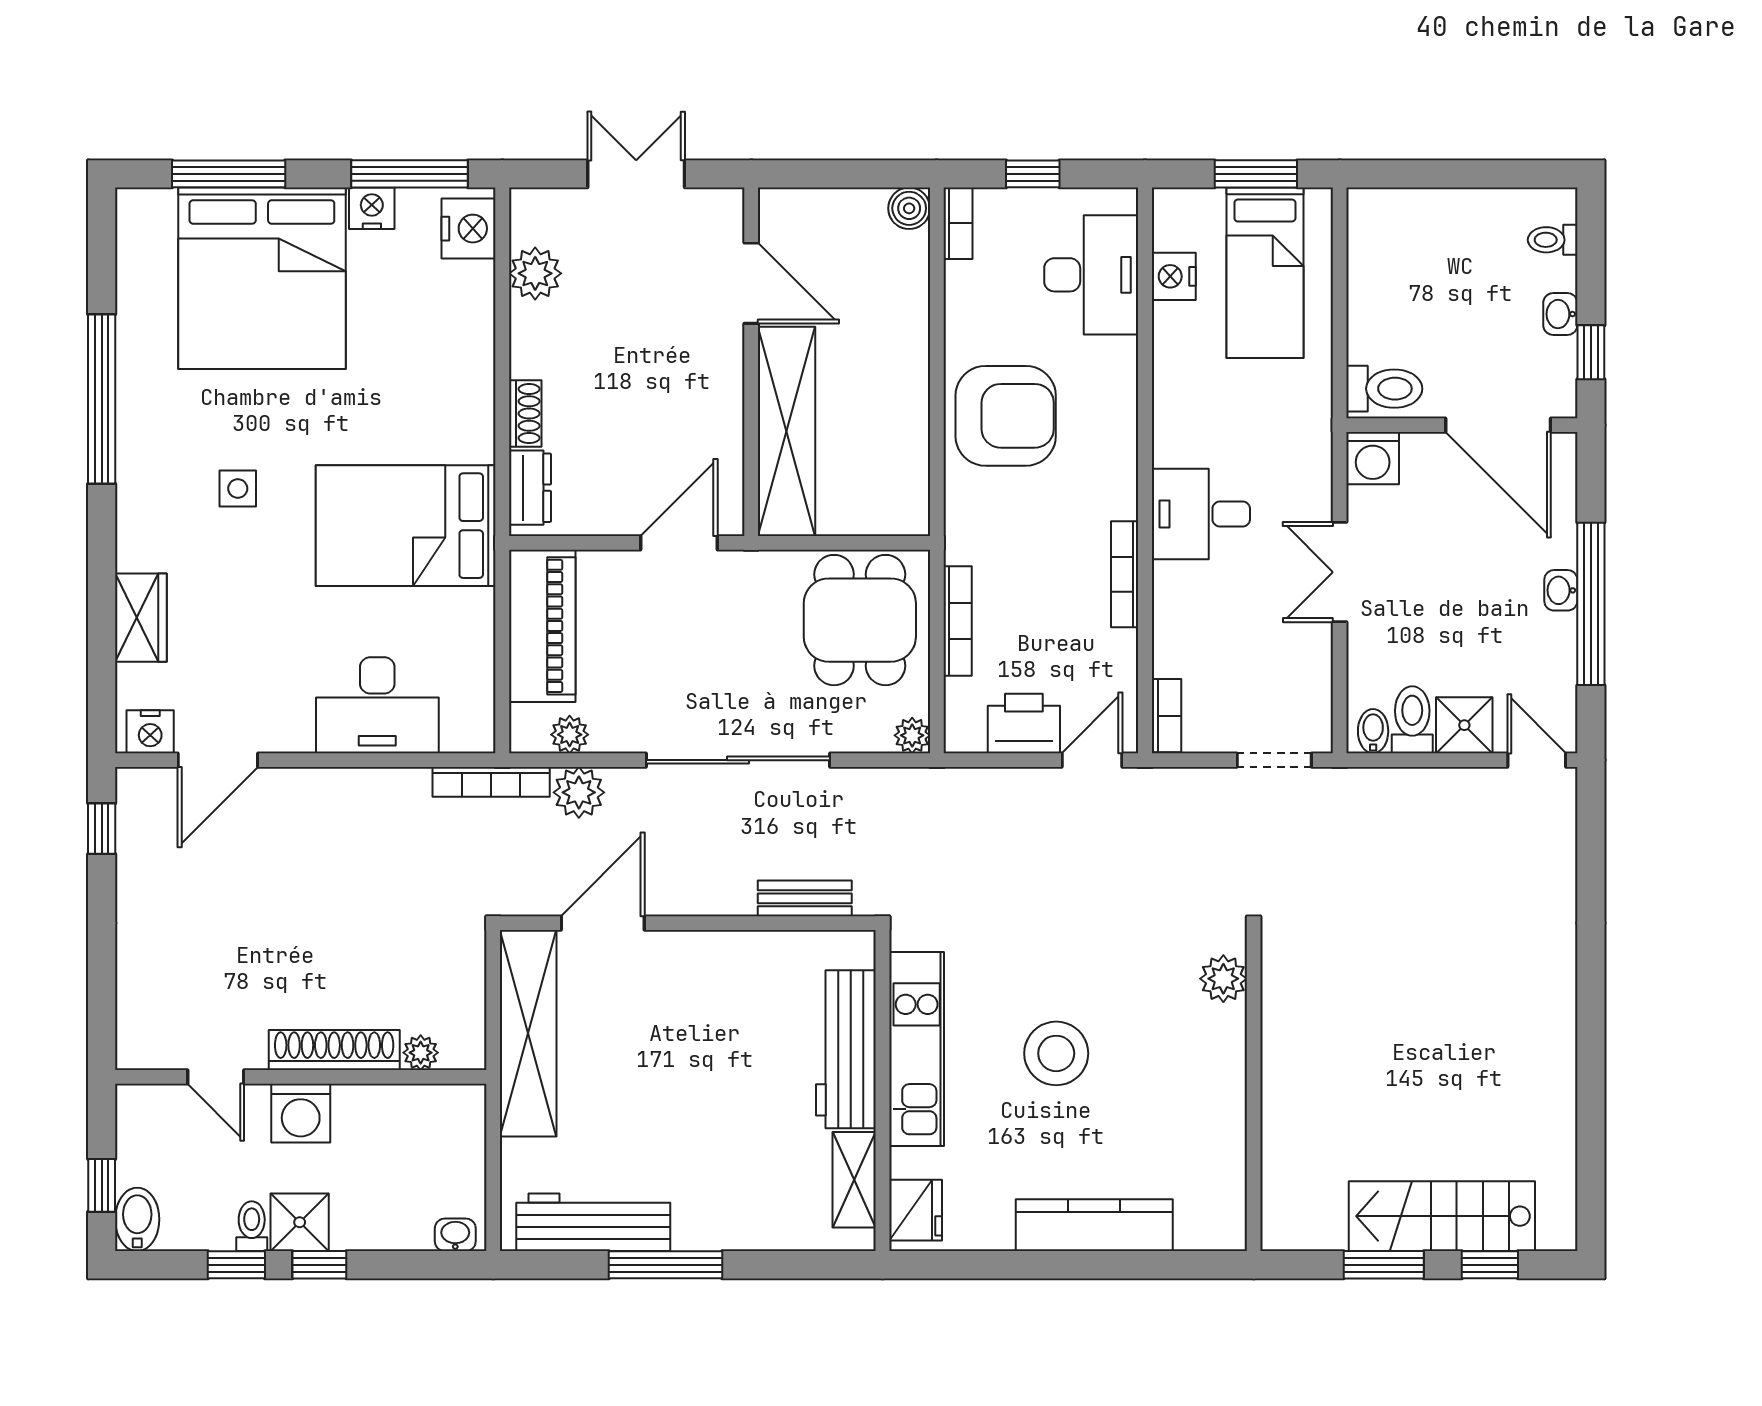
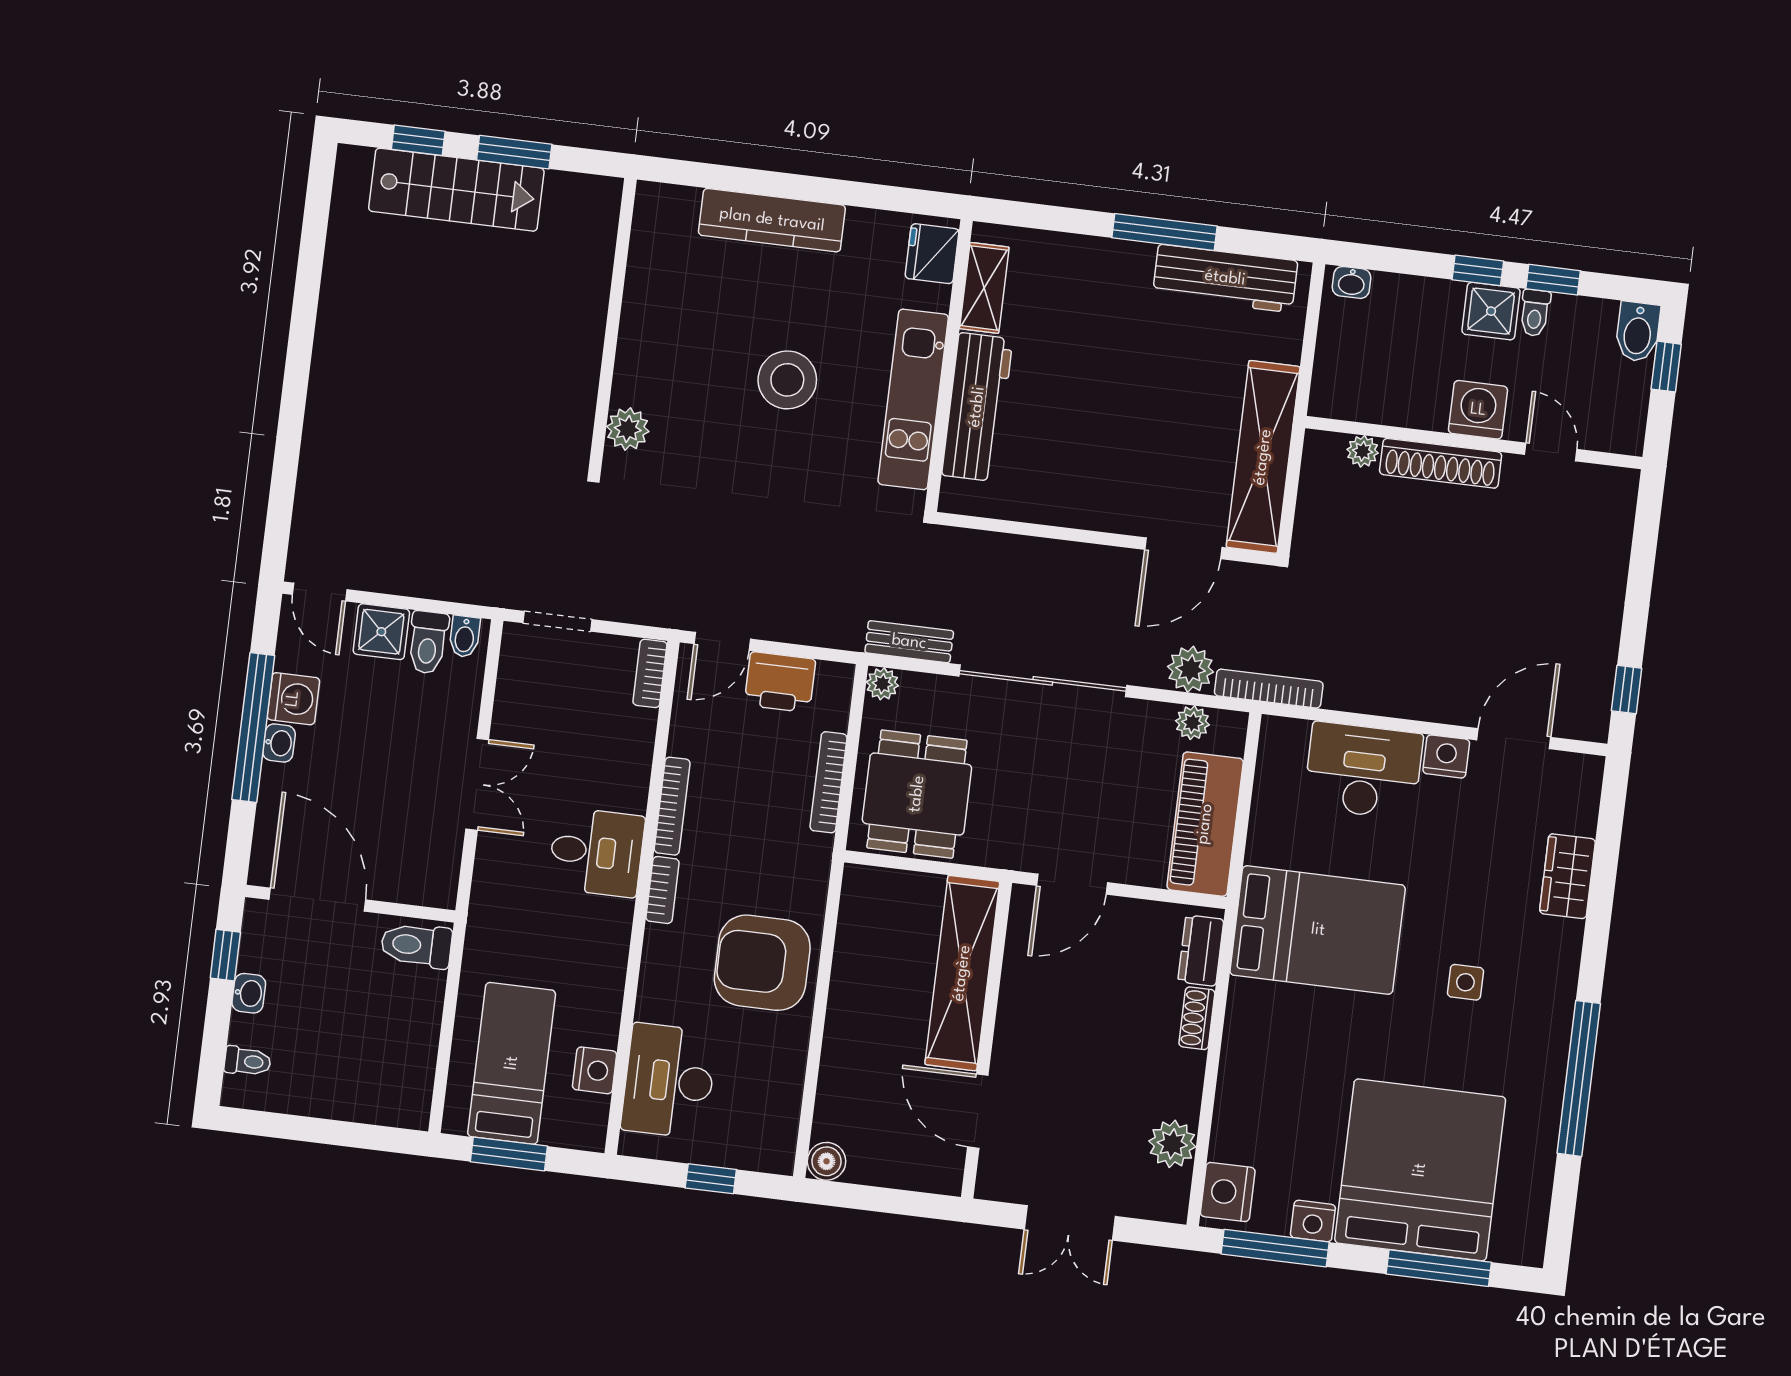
bookcase: (958, 223) -> (662, 890), moved, turned 180
washing machine: (1373, 458) -> (293, 699), moved, turned 90
nightstand: (150, 732) -> (1446, 756), moved
bench: (805, 898) -> (909, 642), moved

